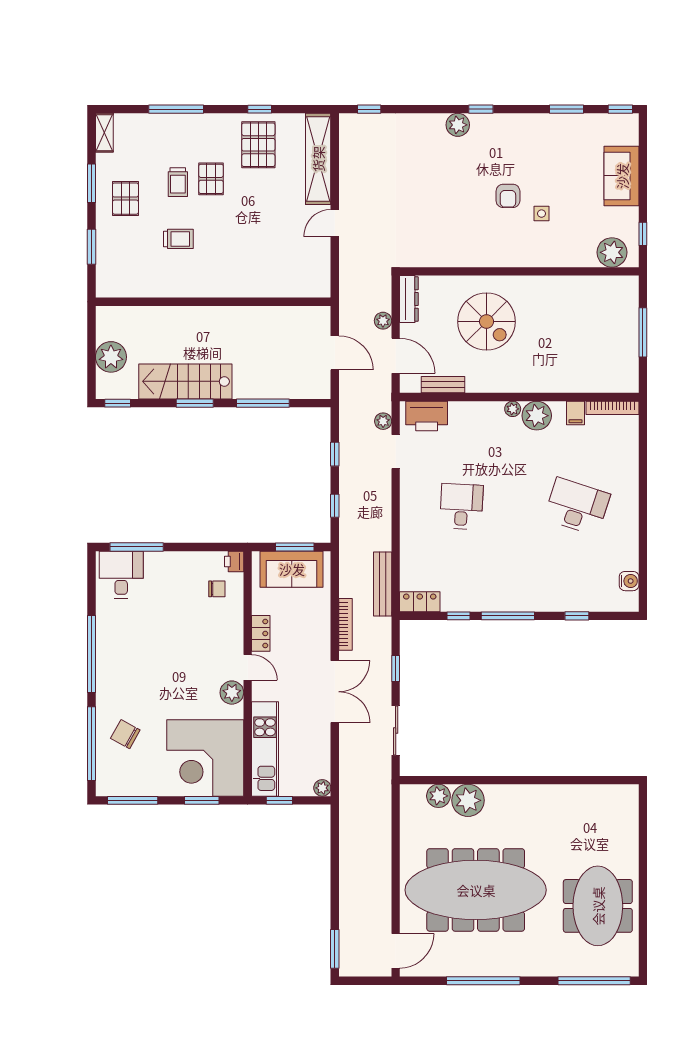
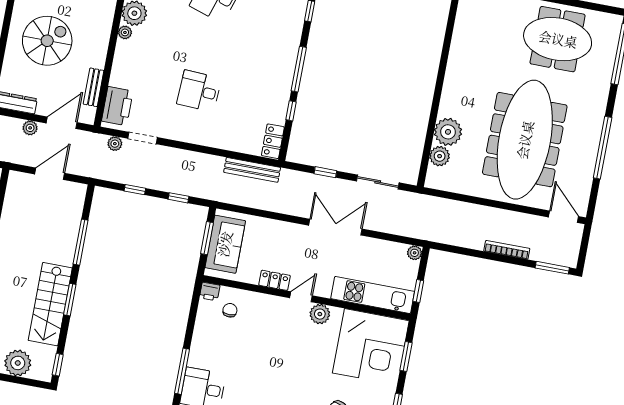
bookcase: (345, 624) -> (507, 250), moved

